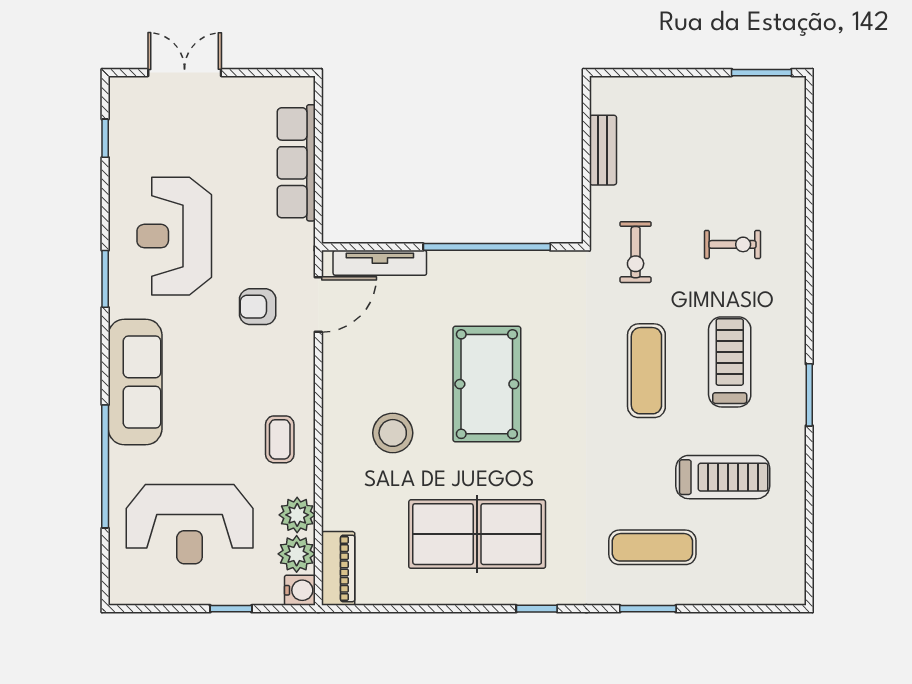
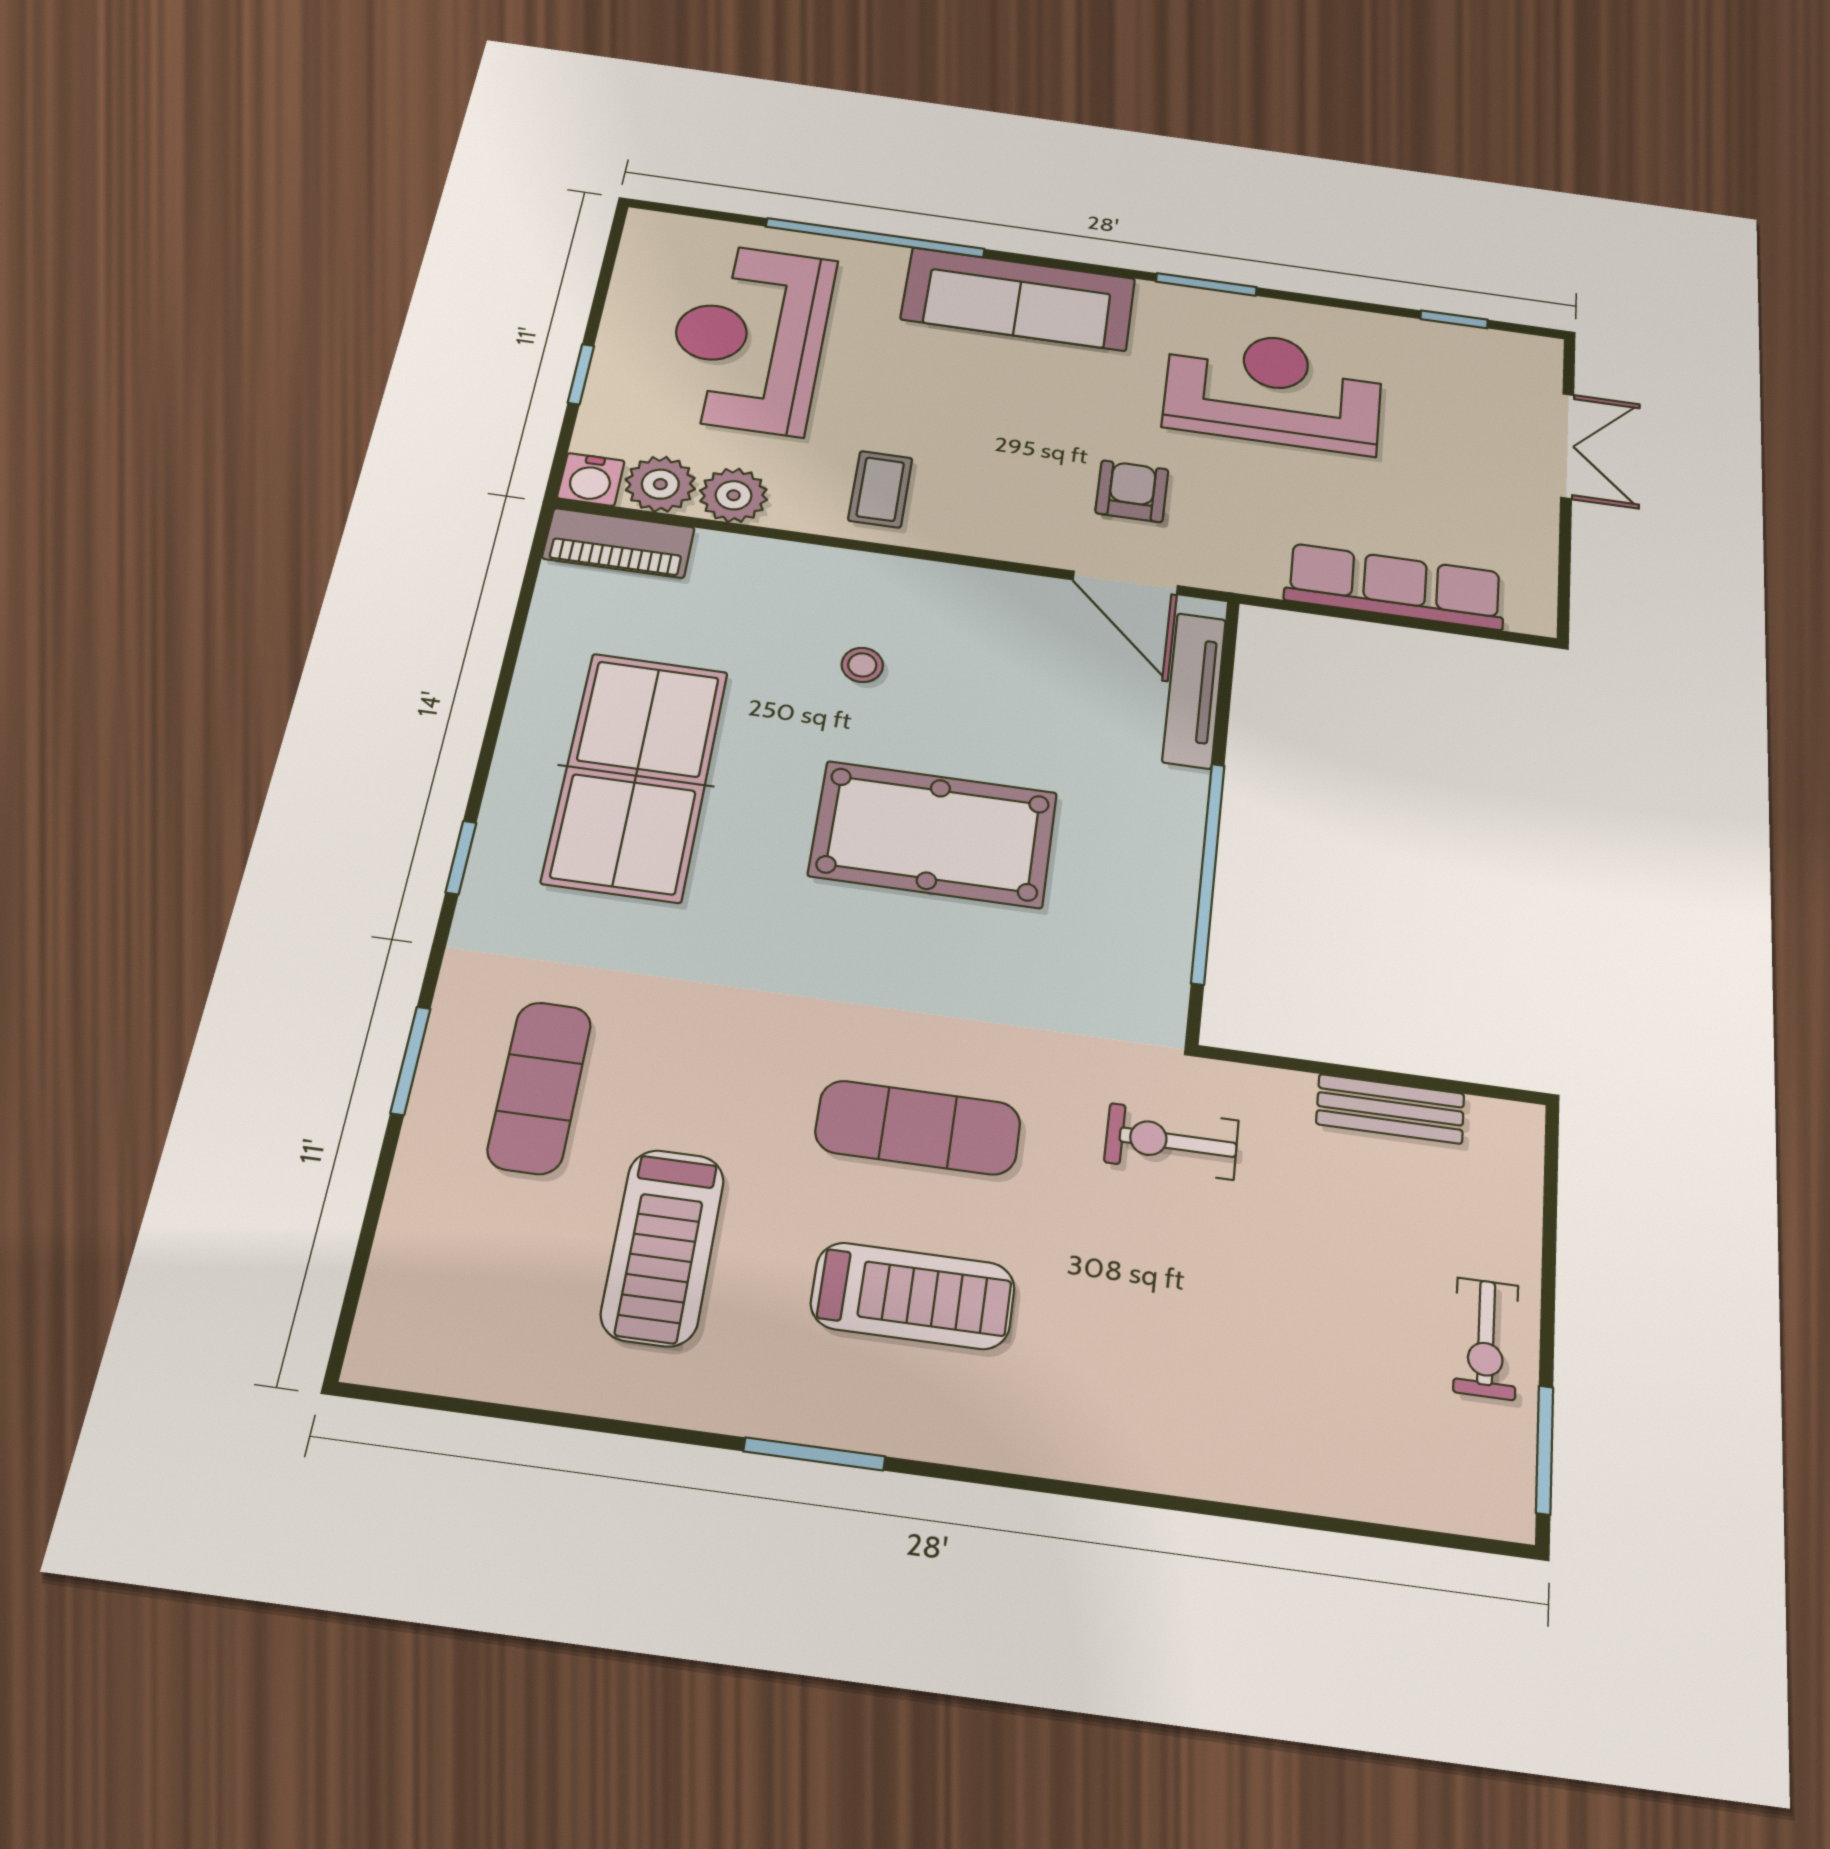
exercise bike: (732, 244) -> (1486, 1338), moved
stool: (393, 433) -> (862, 665), width x0.53, depth x0.53
coffee table: (280, 439) -> (880, 489), turned 90

